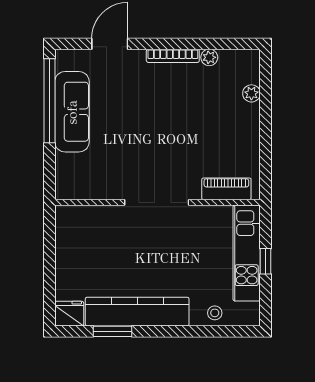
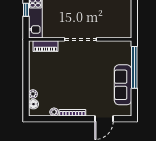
floor lamp: (250, 73) -> (33, 104), added
window: (50, 101) -> (134, 67), moved

